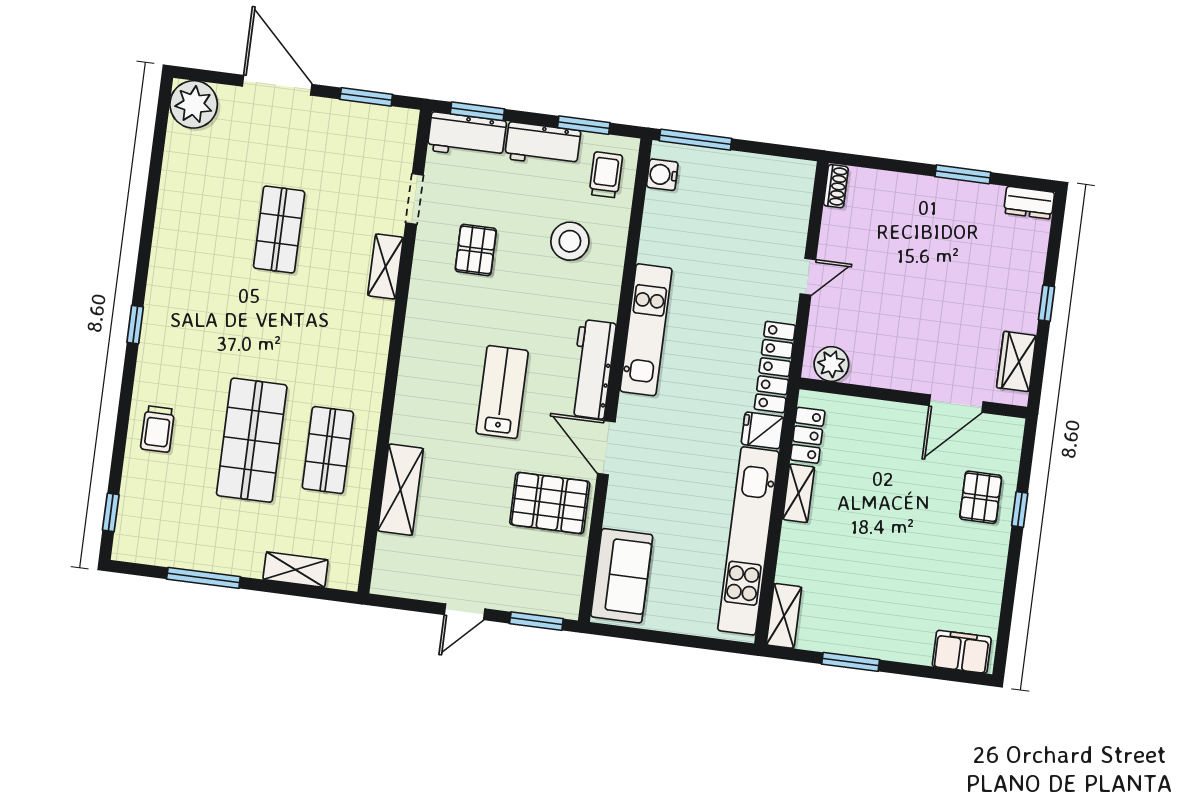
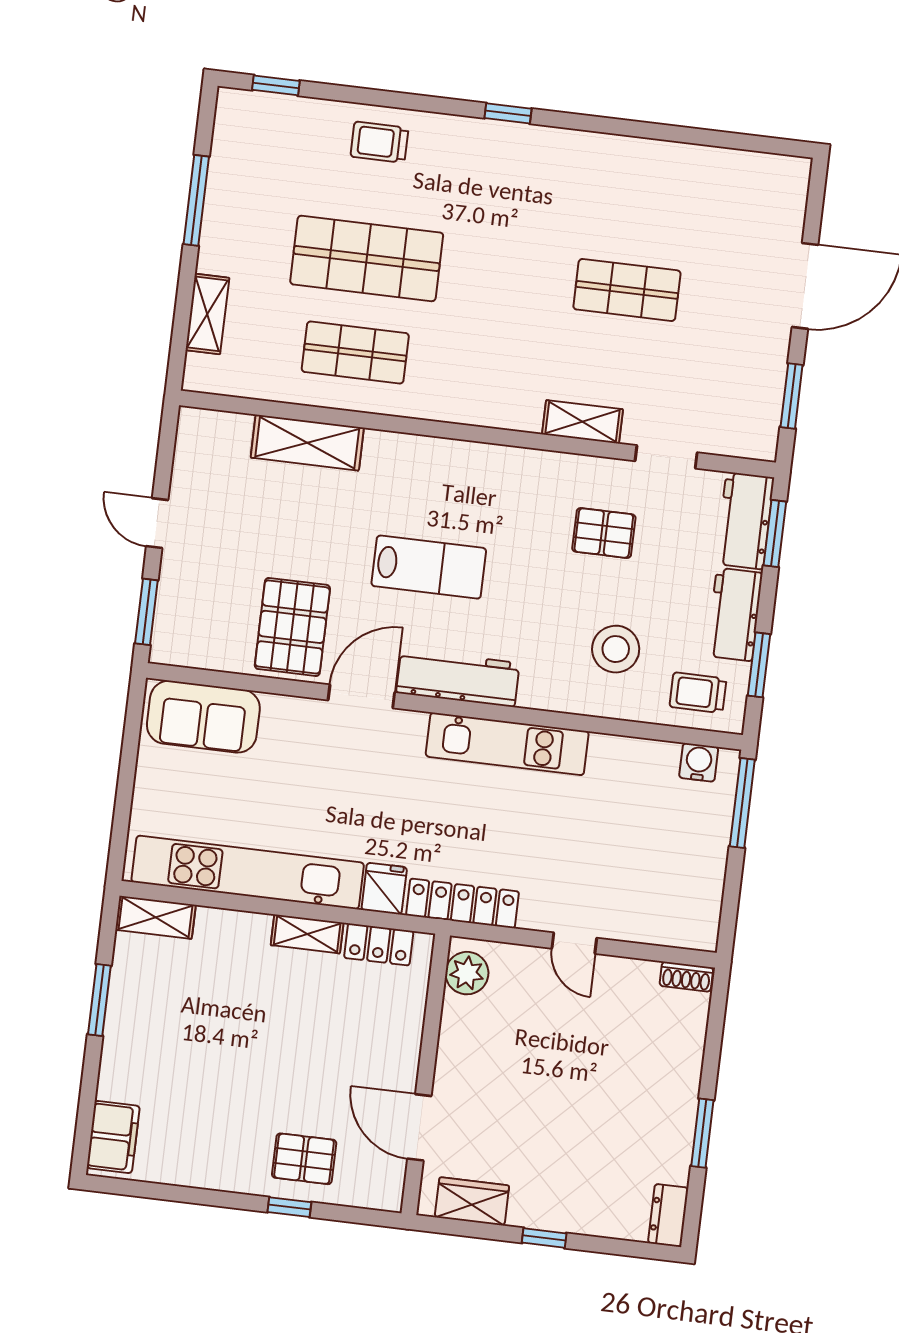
plant: (194, 104) -> (780, 183), removed
trolley: (606, 175) -> (698, 693), turned 180

